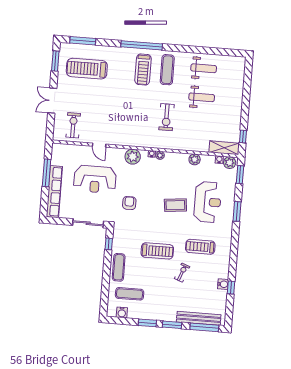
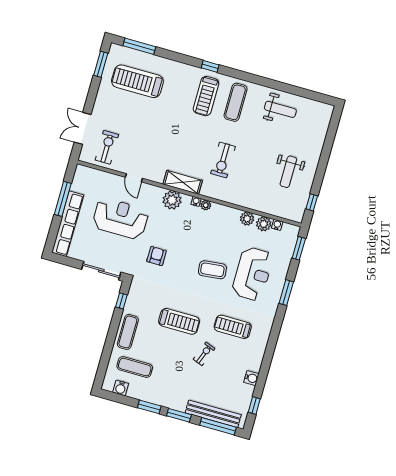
window: (142, 45) -> (210, 66), width x0.32
weight bench: (202, 97) -> (288, 172), moved, turned 90
double door: (52, 101) -> (83, 128), moved
shelving: (224, 148) -> (183, 182), moved
plant: (230, 163) -> (264, 224), moved
reception desk: (95, 179) -> (120, 218), turned 180
window: (231, 288) -> (254, 406), moved

